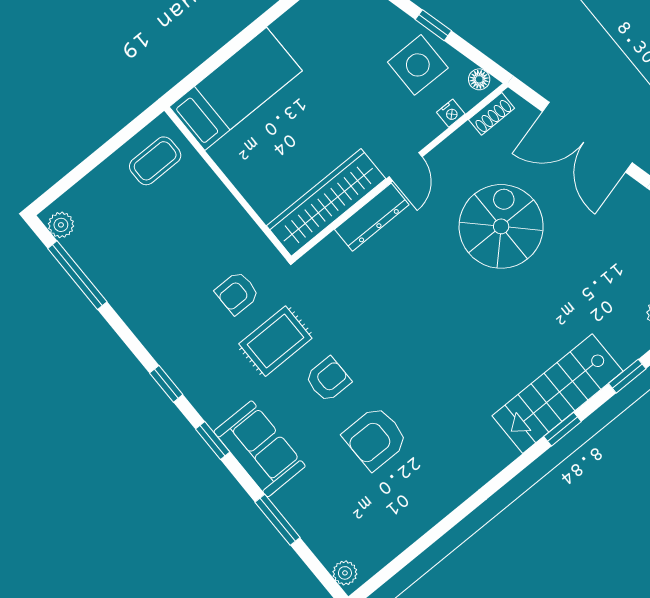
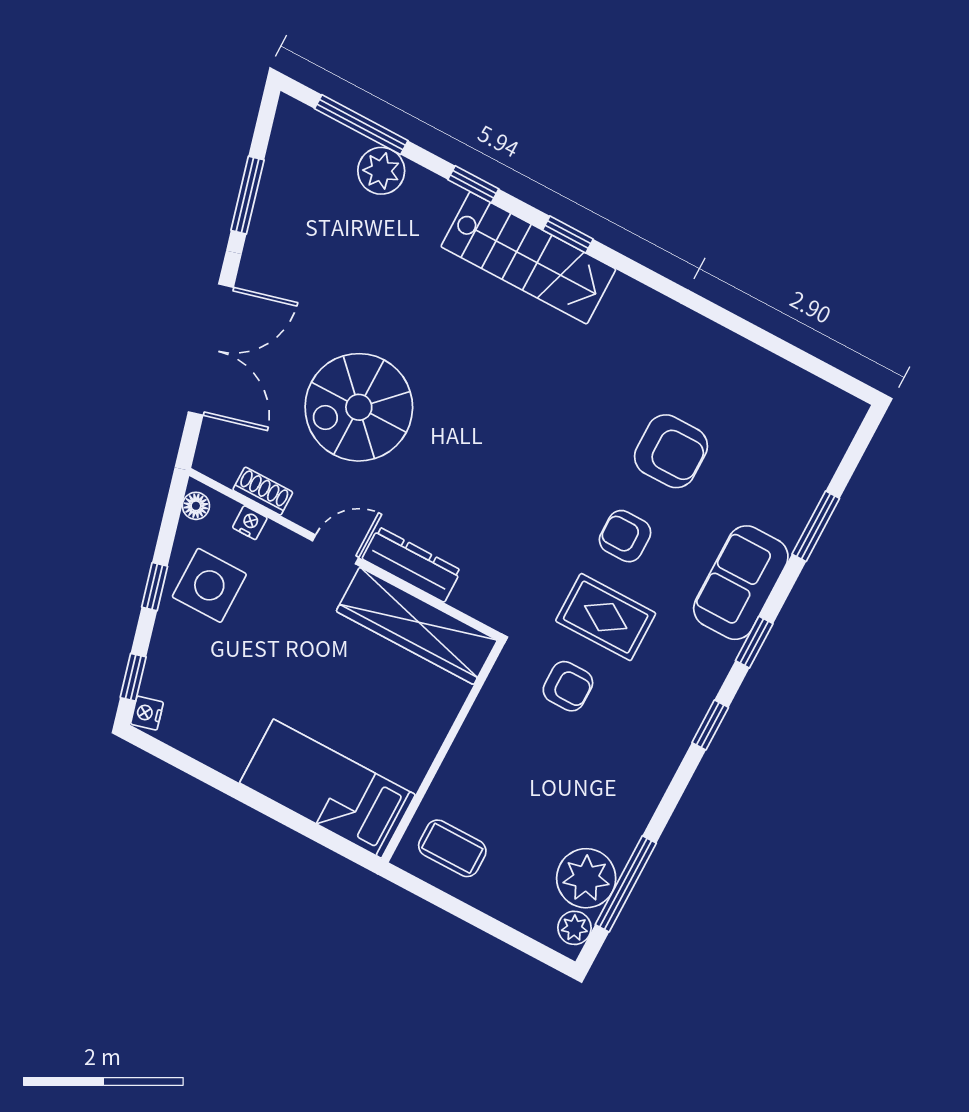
shoe rack: (492, 114) -> (263, 491), moved
plant: (345, 573) -> (586, 878), moved, width x1.88, depth x1.88

